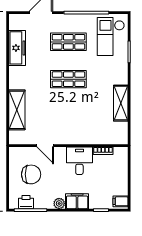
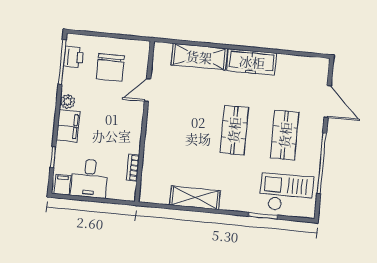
freezer: (17, 48) -> (252, 62), moved
desk: (79, 161) -> (89, 178), moved, turned 90

